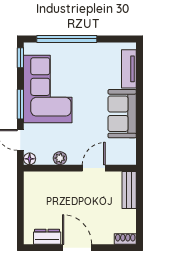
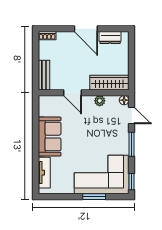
window: (67, 39) -> (94, 197), width x0.47
corner sofa: (48, 89) -> (102, 175), moved, turned 90
door: (94, 168) -> (72, 93), hinge flipped
wardrobe: (48, 181) -> (109, 83), added

